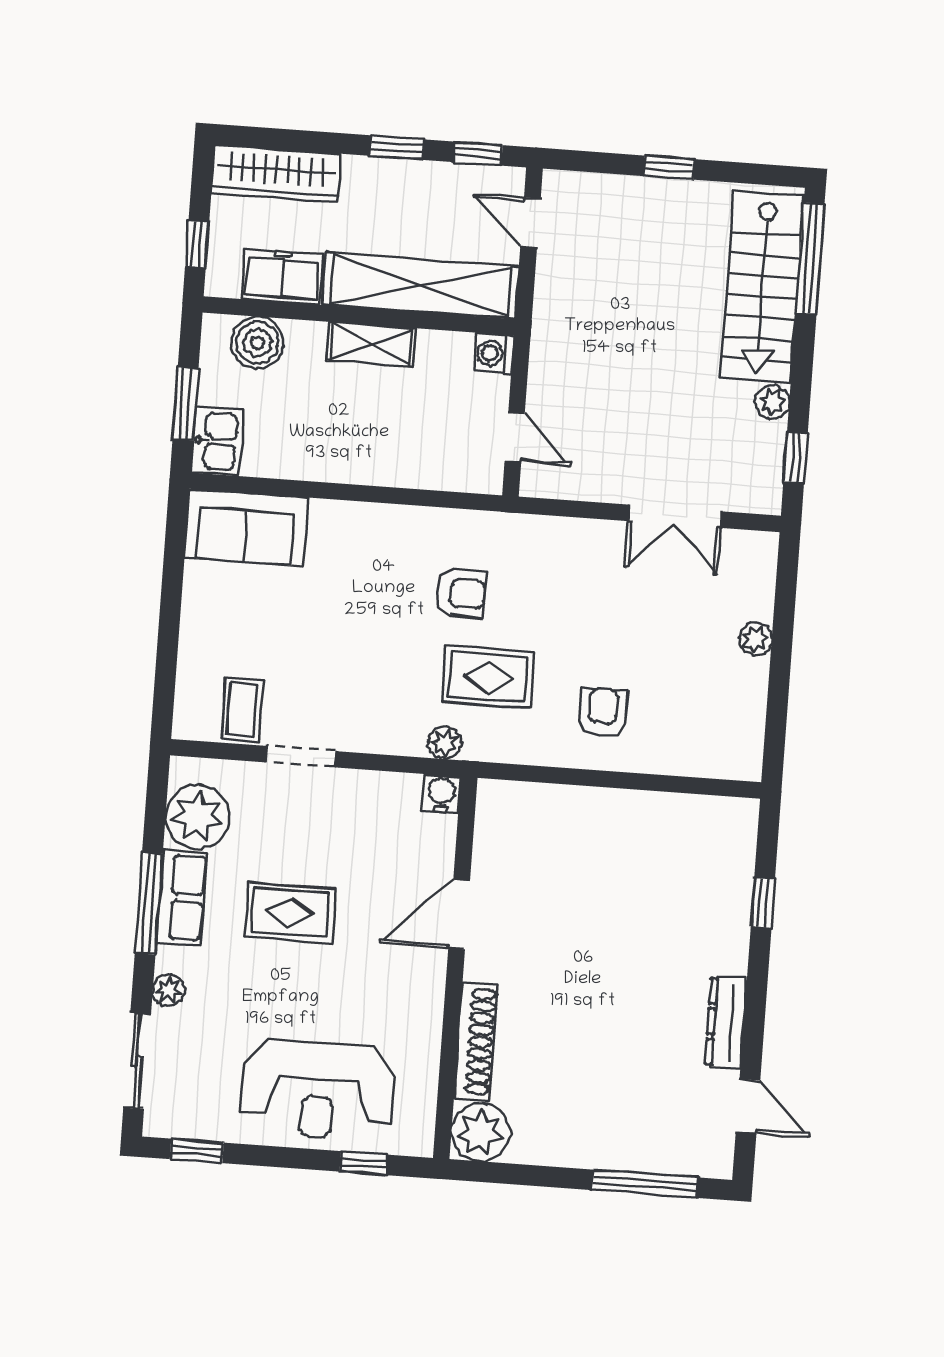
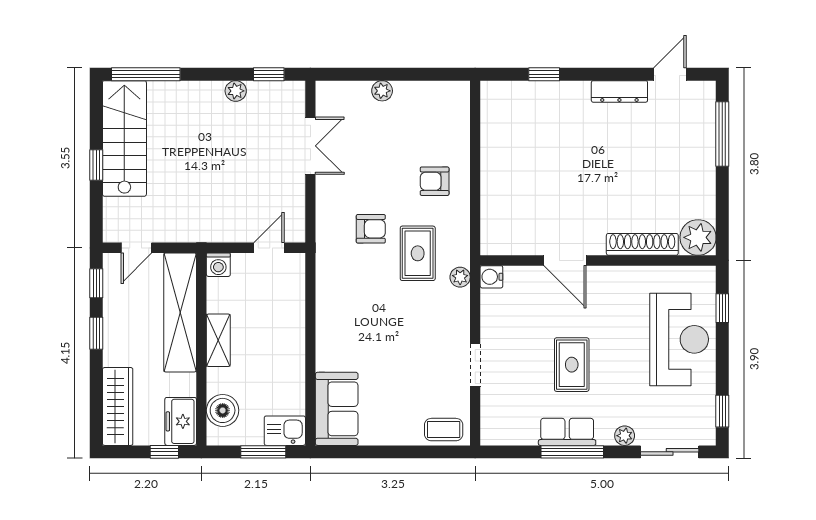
freezer: (282, 276) -> (181, 421), moved
stairs: (762, 287) -> (124, 138), moved, turned -90
armchair: (461, 593) -> (371, 229), moved, turned 90
coffee table: (242, 709) -> (444, 430), moved
plant: (198, 817) -> (517, 426), removed

